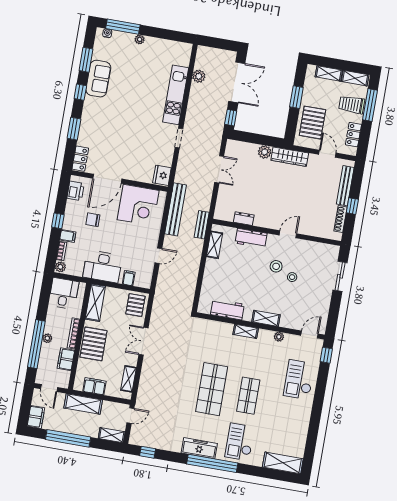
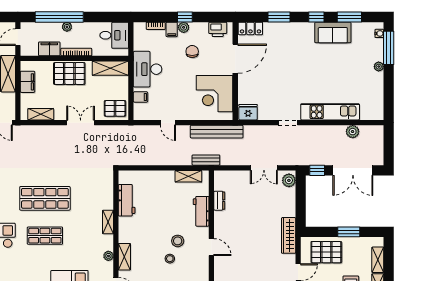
plant: (265, 152) -> (289, 180), moved
door: (107, 179) -> (235, 59), swing flipped
plant: (60, 267) -> (184, 27), moved
shelving: (266, 318) -> (124, 257), moved

